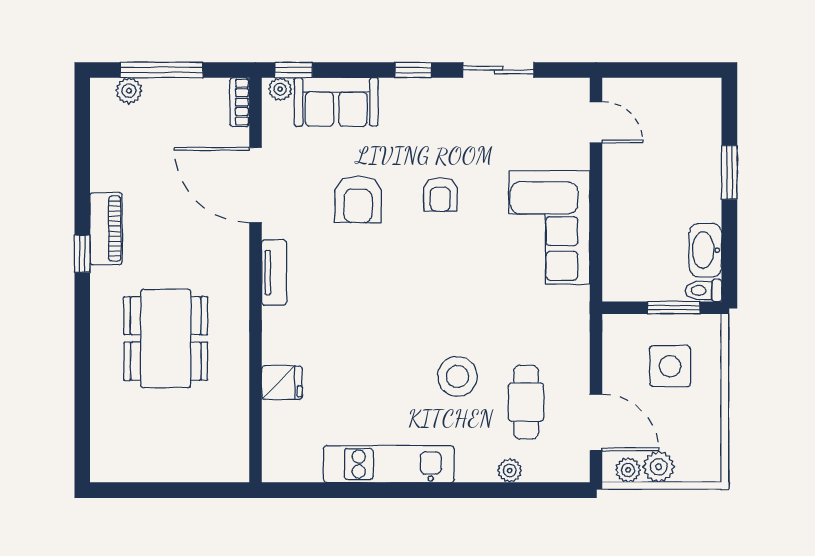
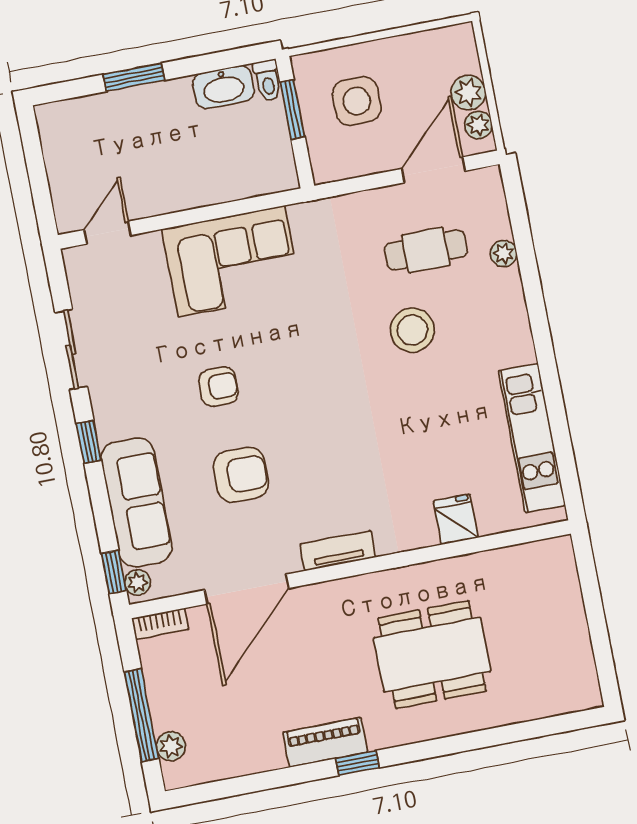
sofa: (336, 102) -> (136, 502), width x1.36
kitchen unit: (389, 464) -> (532, 438), moved

